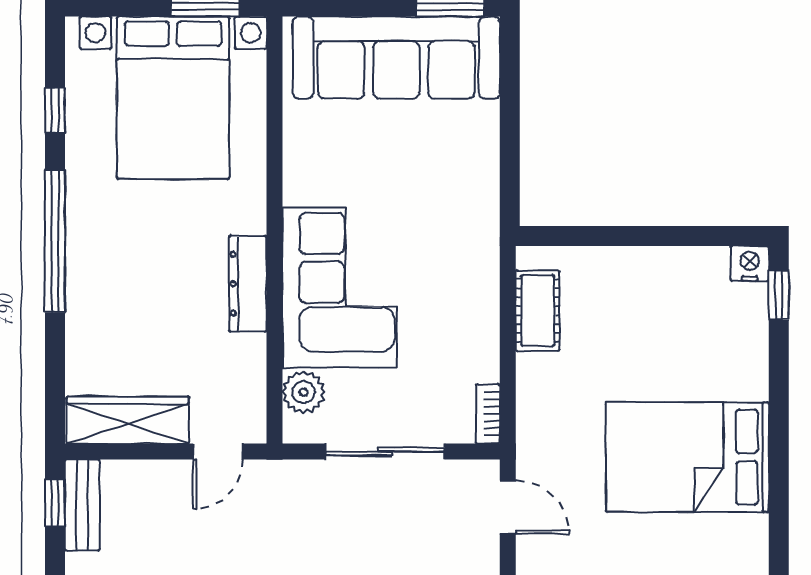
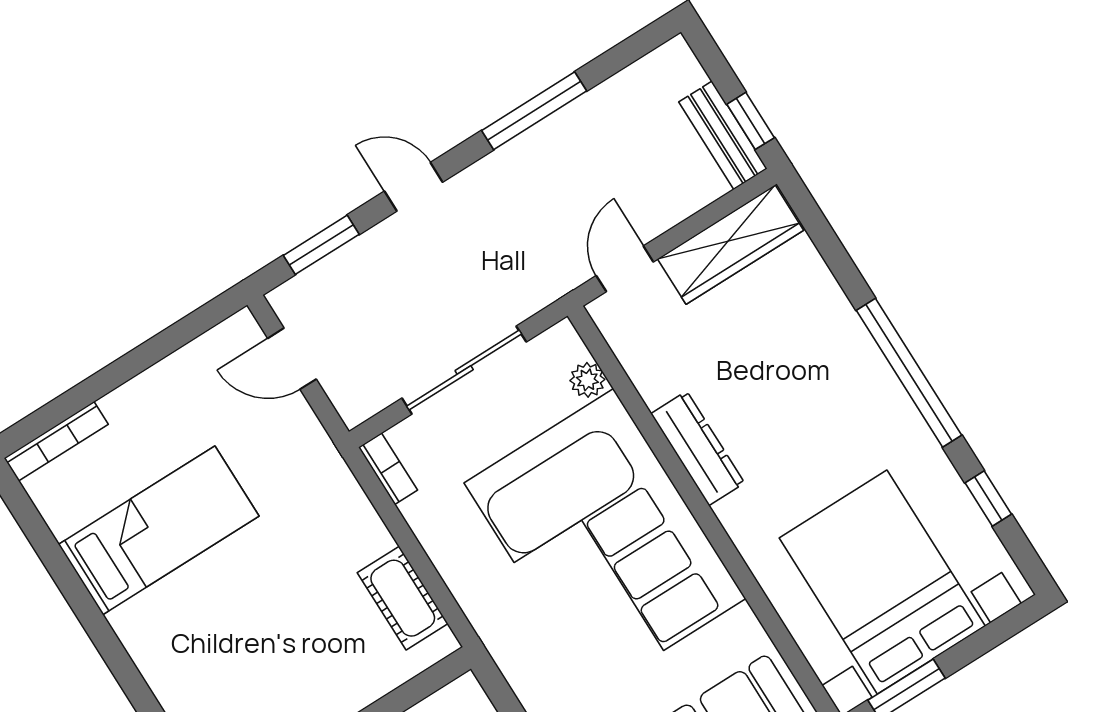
corner sofa: (340, 288) -> (605, 541), width x1.36, depth x1.36
plant: (304, 392) -> (587, 380), width x0.73, depth x0.73
bed: (687, 457) -> (159, 530), width x0.67
door: (508, 507) -> (292, 359), moved

